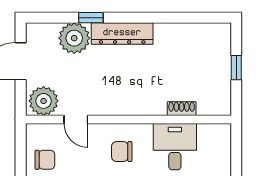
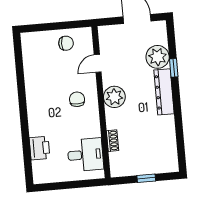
plant: (44, 101) -> (114, 97), moved
desk: (175, 147) -> (85, 155), moved
chair: (45, 160) -> (66, 43), turned -90

